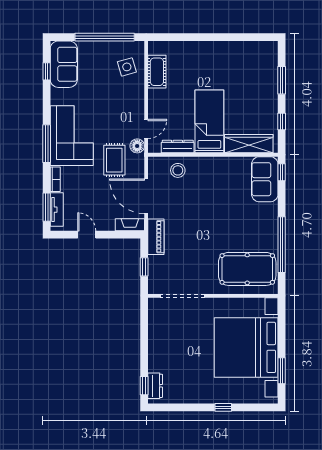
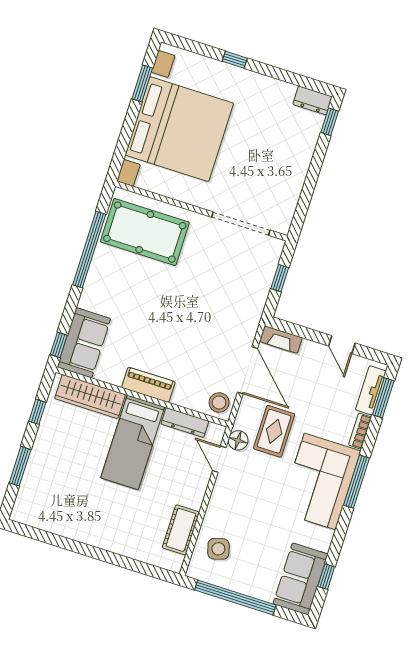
door: (146, 129) -> (219, 459), hinge flipped
stool: (178, 170) -> (219, 403), moved
piano: (156, 237) -> (148, 385), moved, turned 90
dresser: (155, 386) -> (312, 100), moved, turned -90

